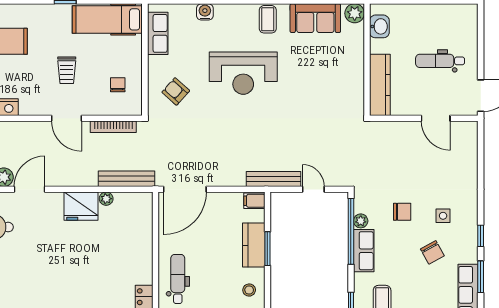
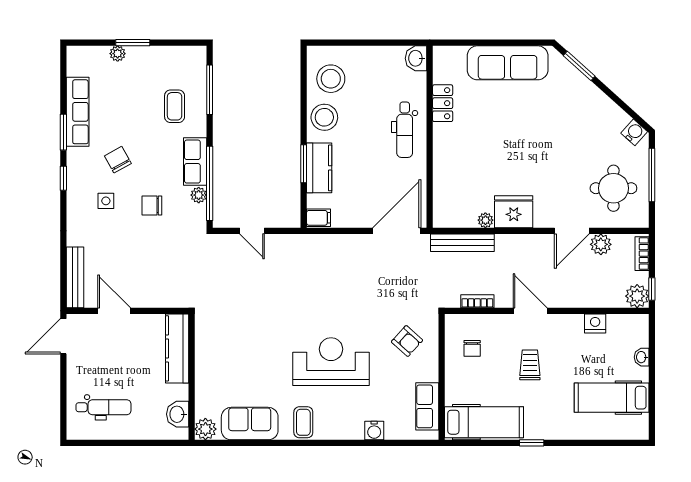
dental chair: (440, 61) -> (103, 407), moved
bookcase: (113, 127) -> (477, 301), width x0.64
bench: (274, 179) -> (75, 277), moved, turned 90
stool: (249, 290) -> (324, 117), width x1.89, depth x1.89

